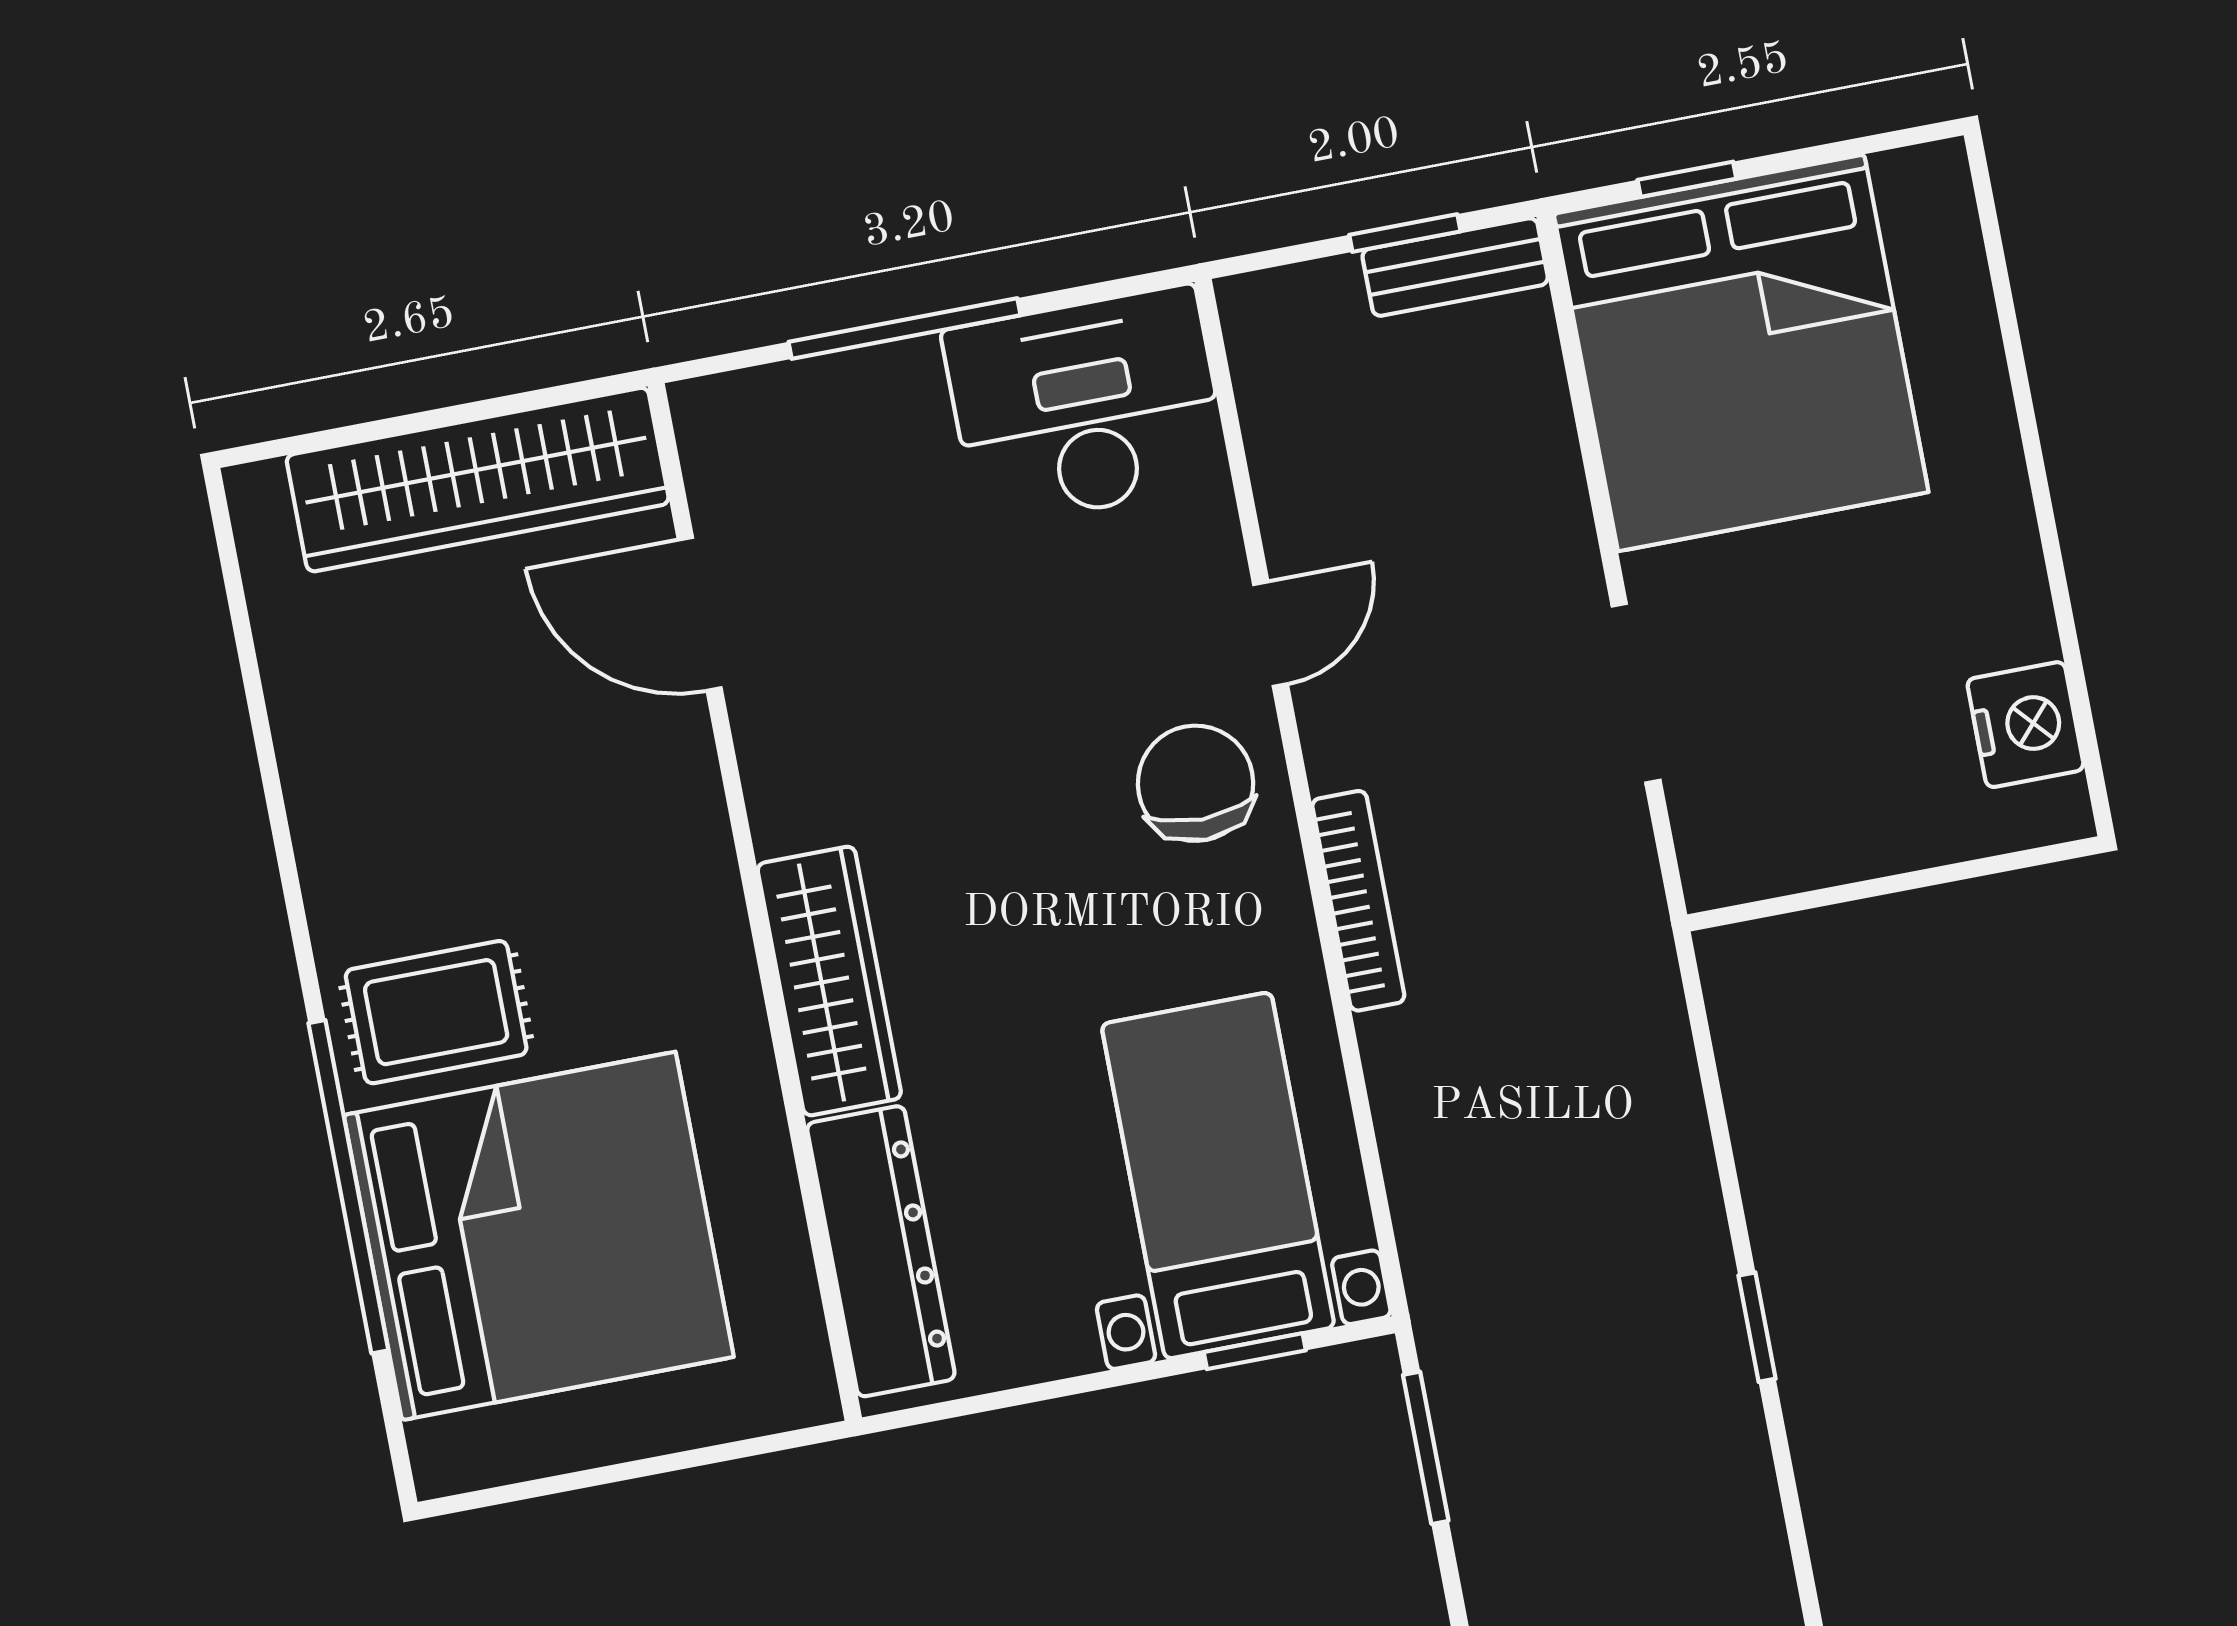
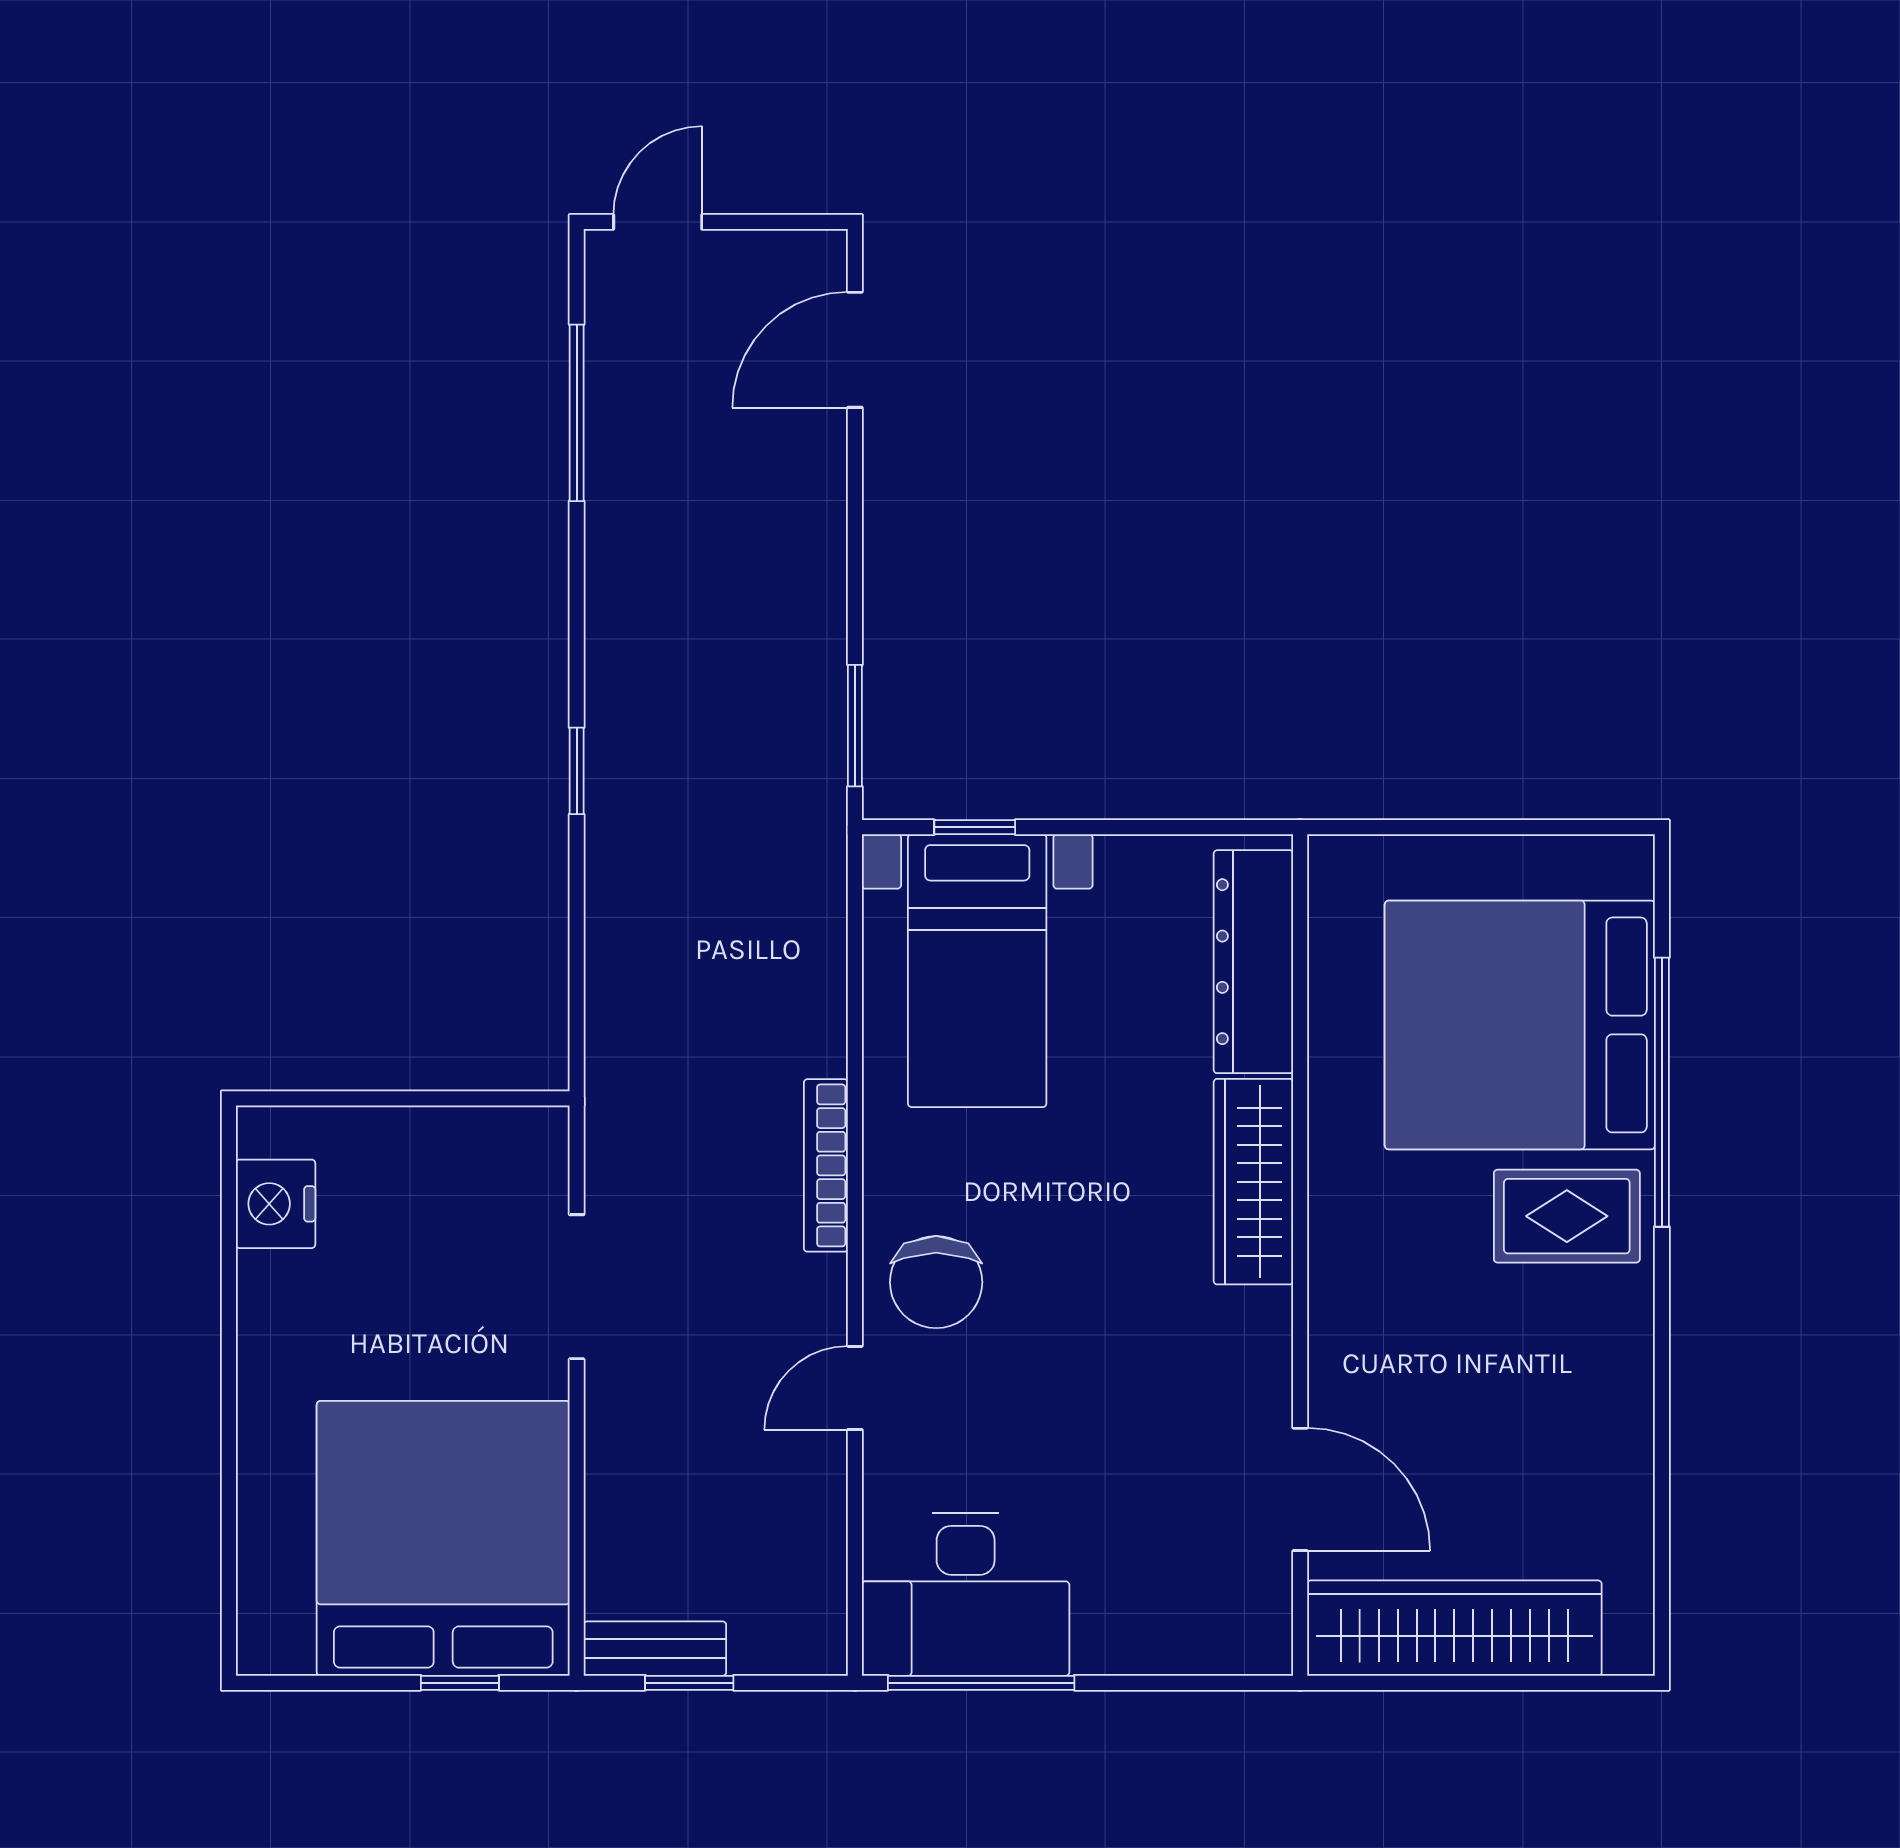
window: (905, 329) -> (981, 1683), moved

